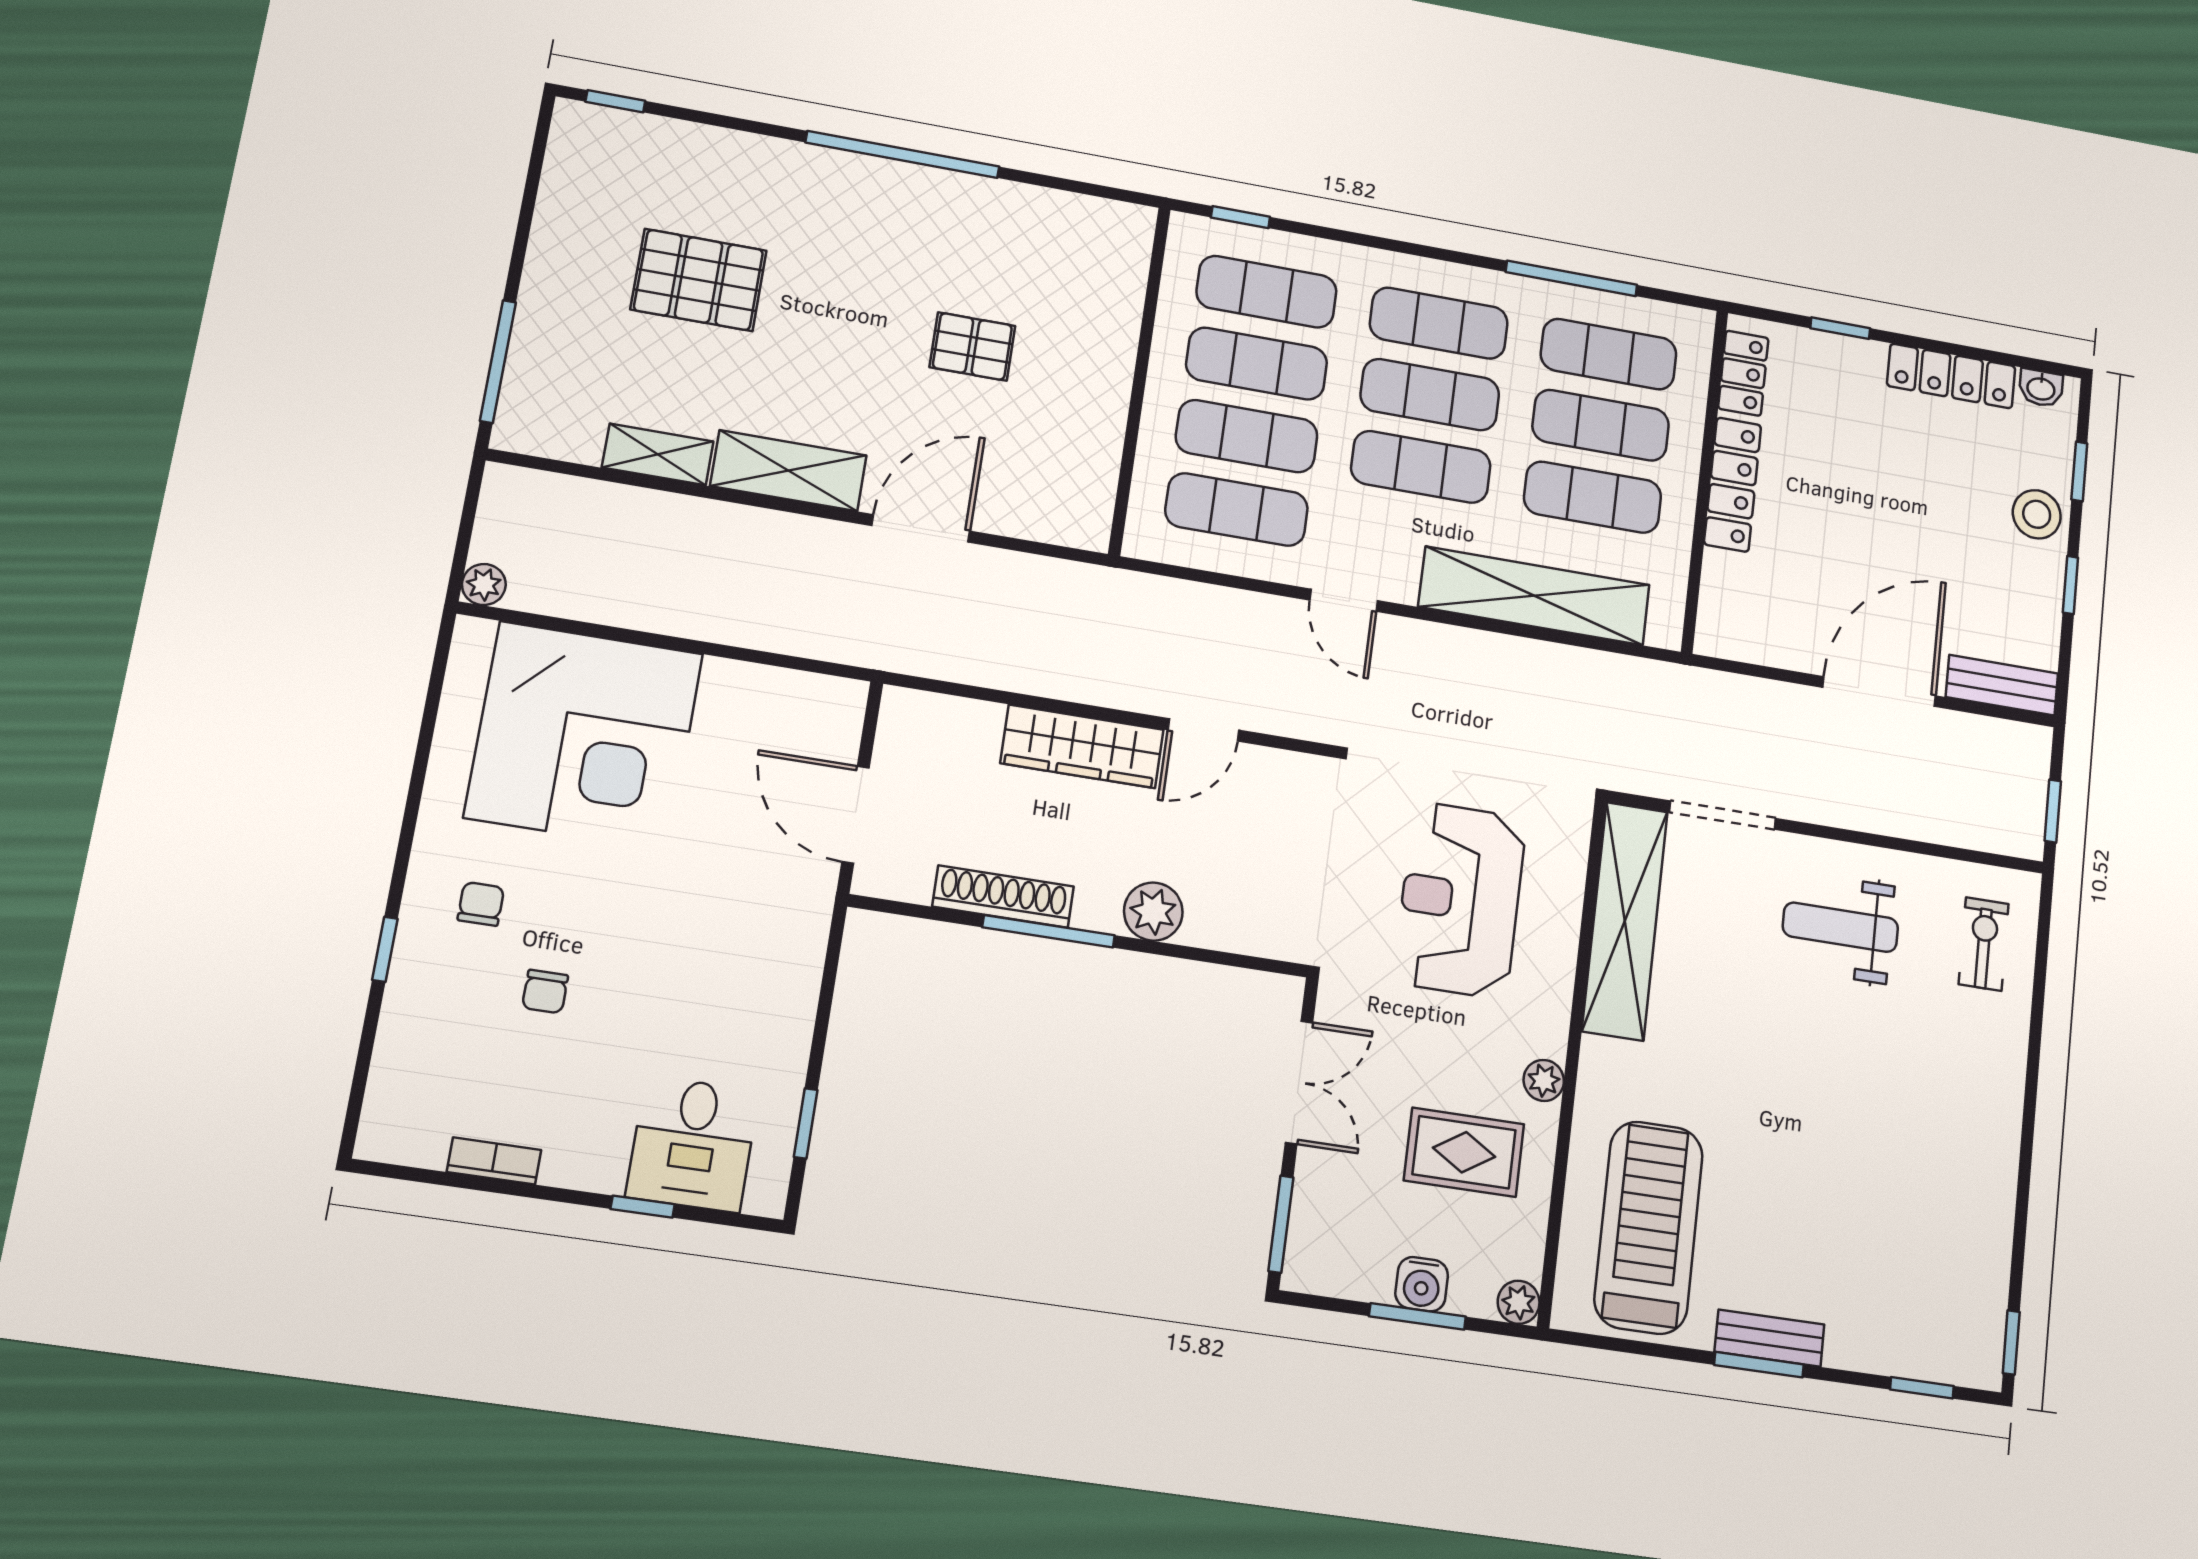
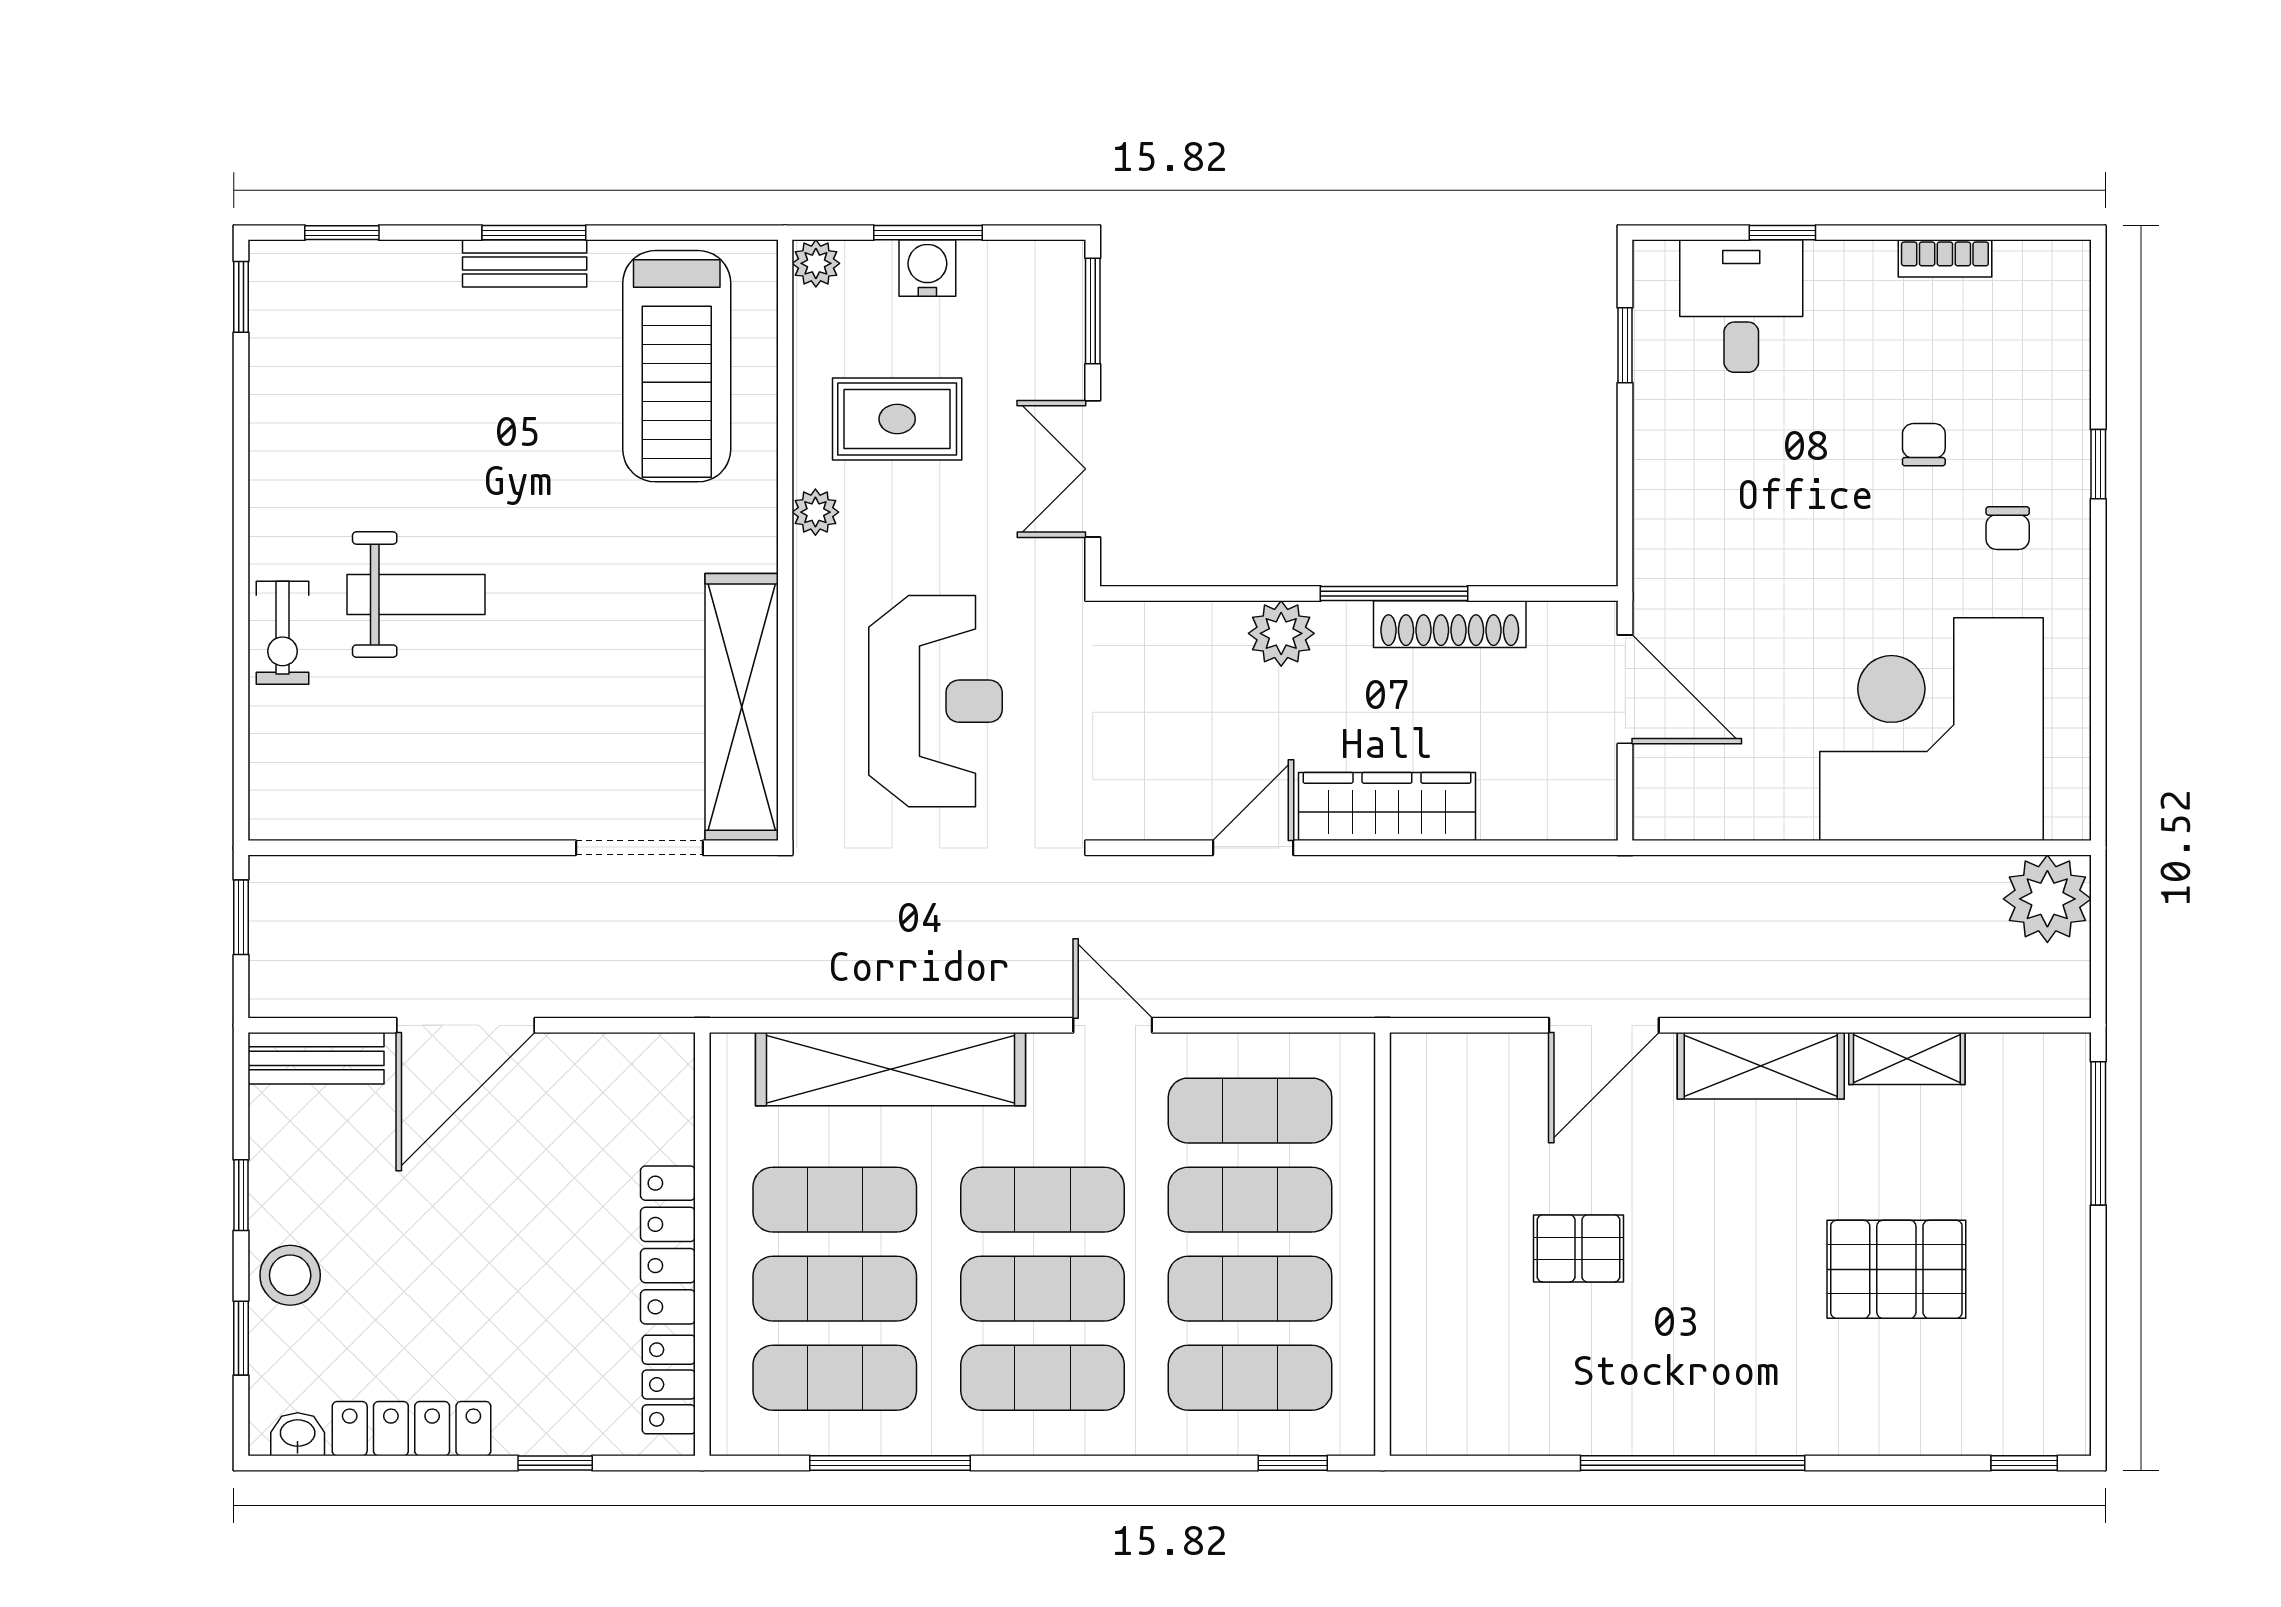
plant: (484, 584) -> (2047, 899), width x1.87, depth x1.87
weight bench: (1840, 927) -> (416, 595), moved
exercise bike: (1984, 944) -> (283, 633), moved

